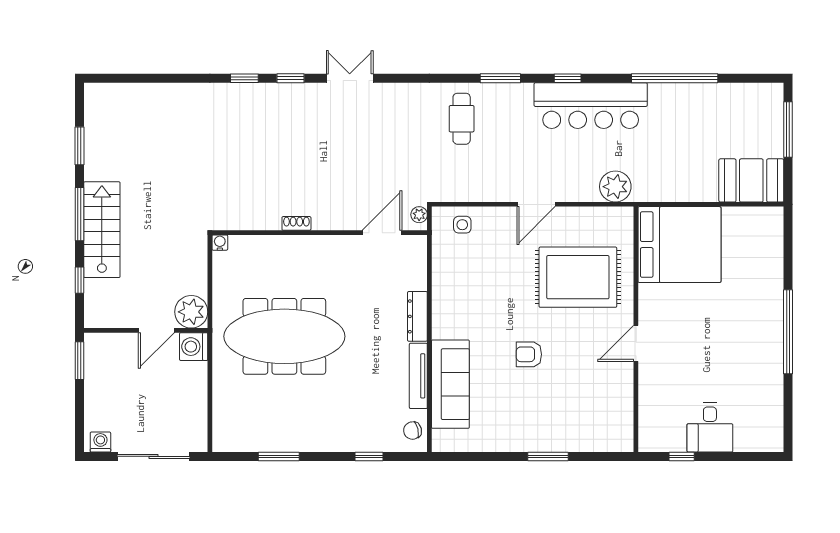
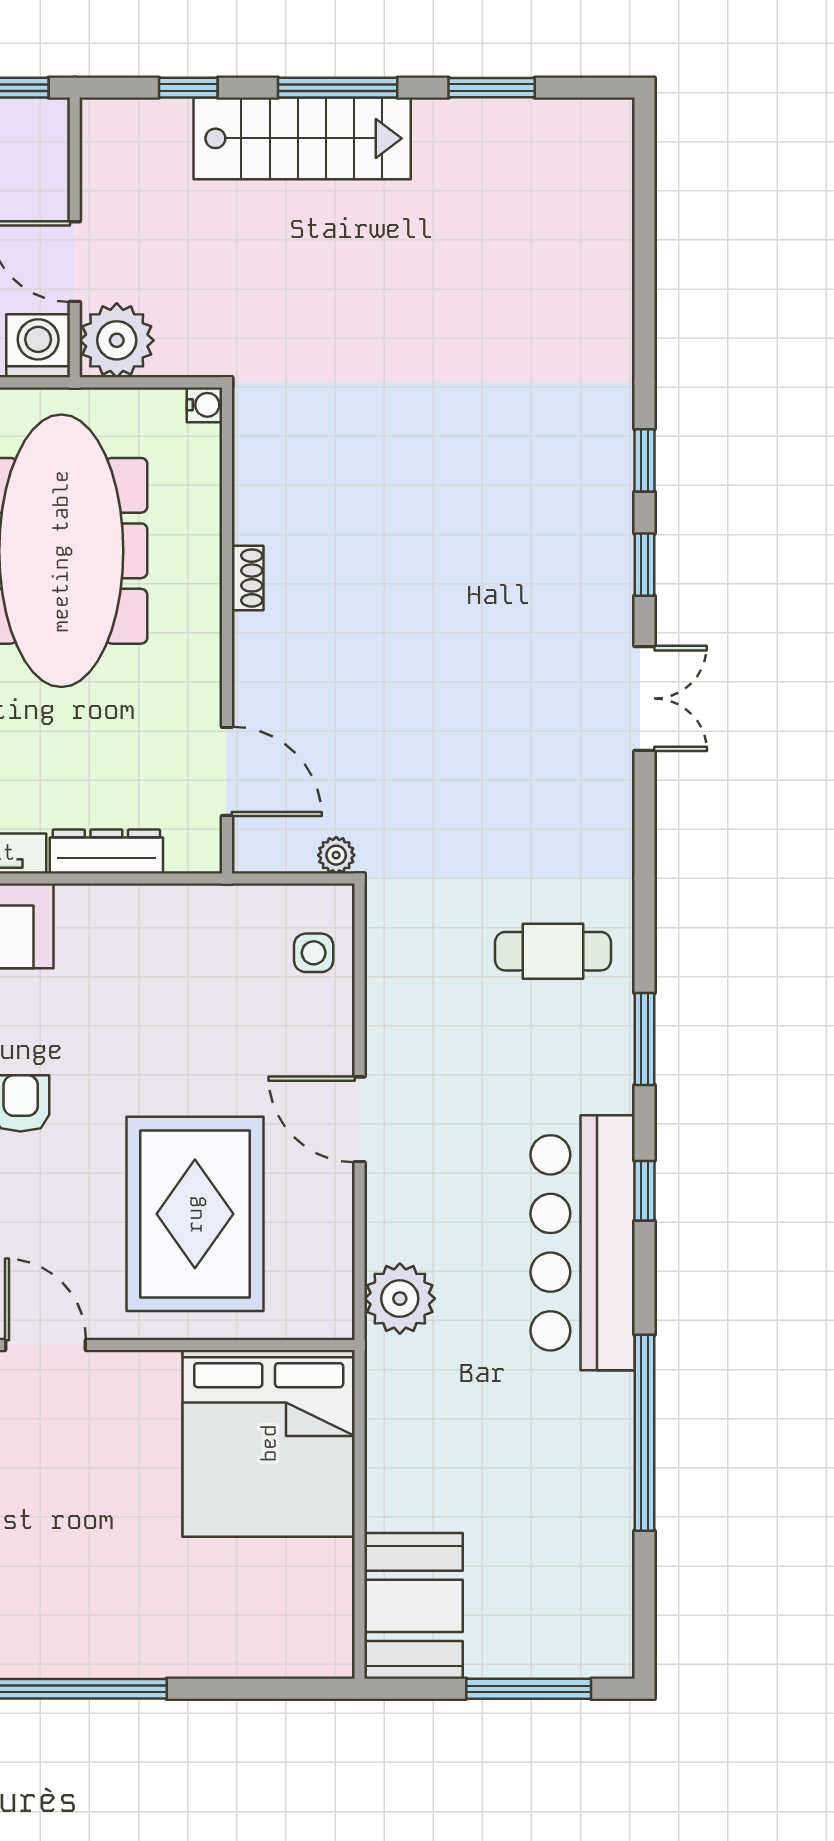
shoe rack: (296, 223) -> (248, 578), moved
wall: (320, 233) -> (227, 630), moved
door: (382, 233) -> (227, 771), moved
water cooler: (220, 243) -> (205, 405), moved

